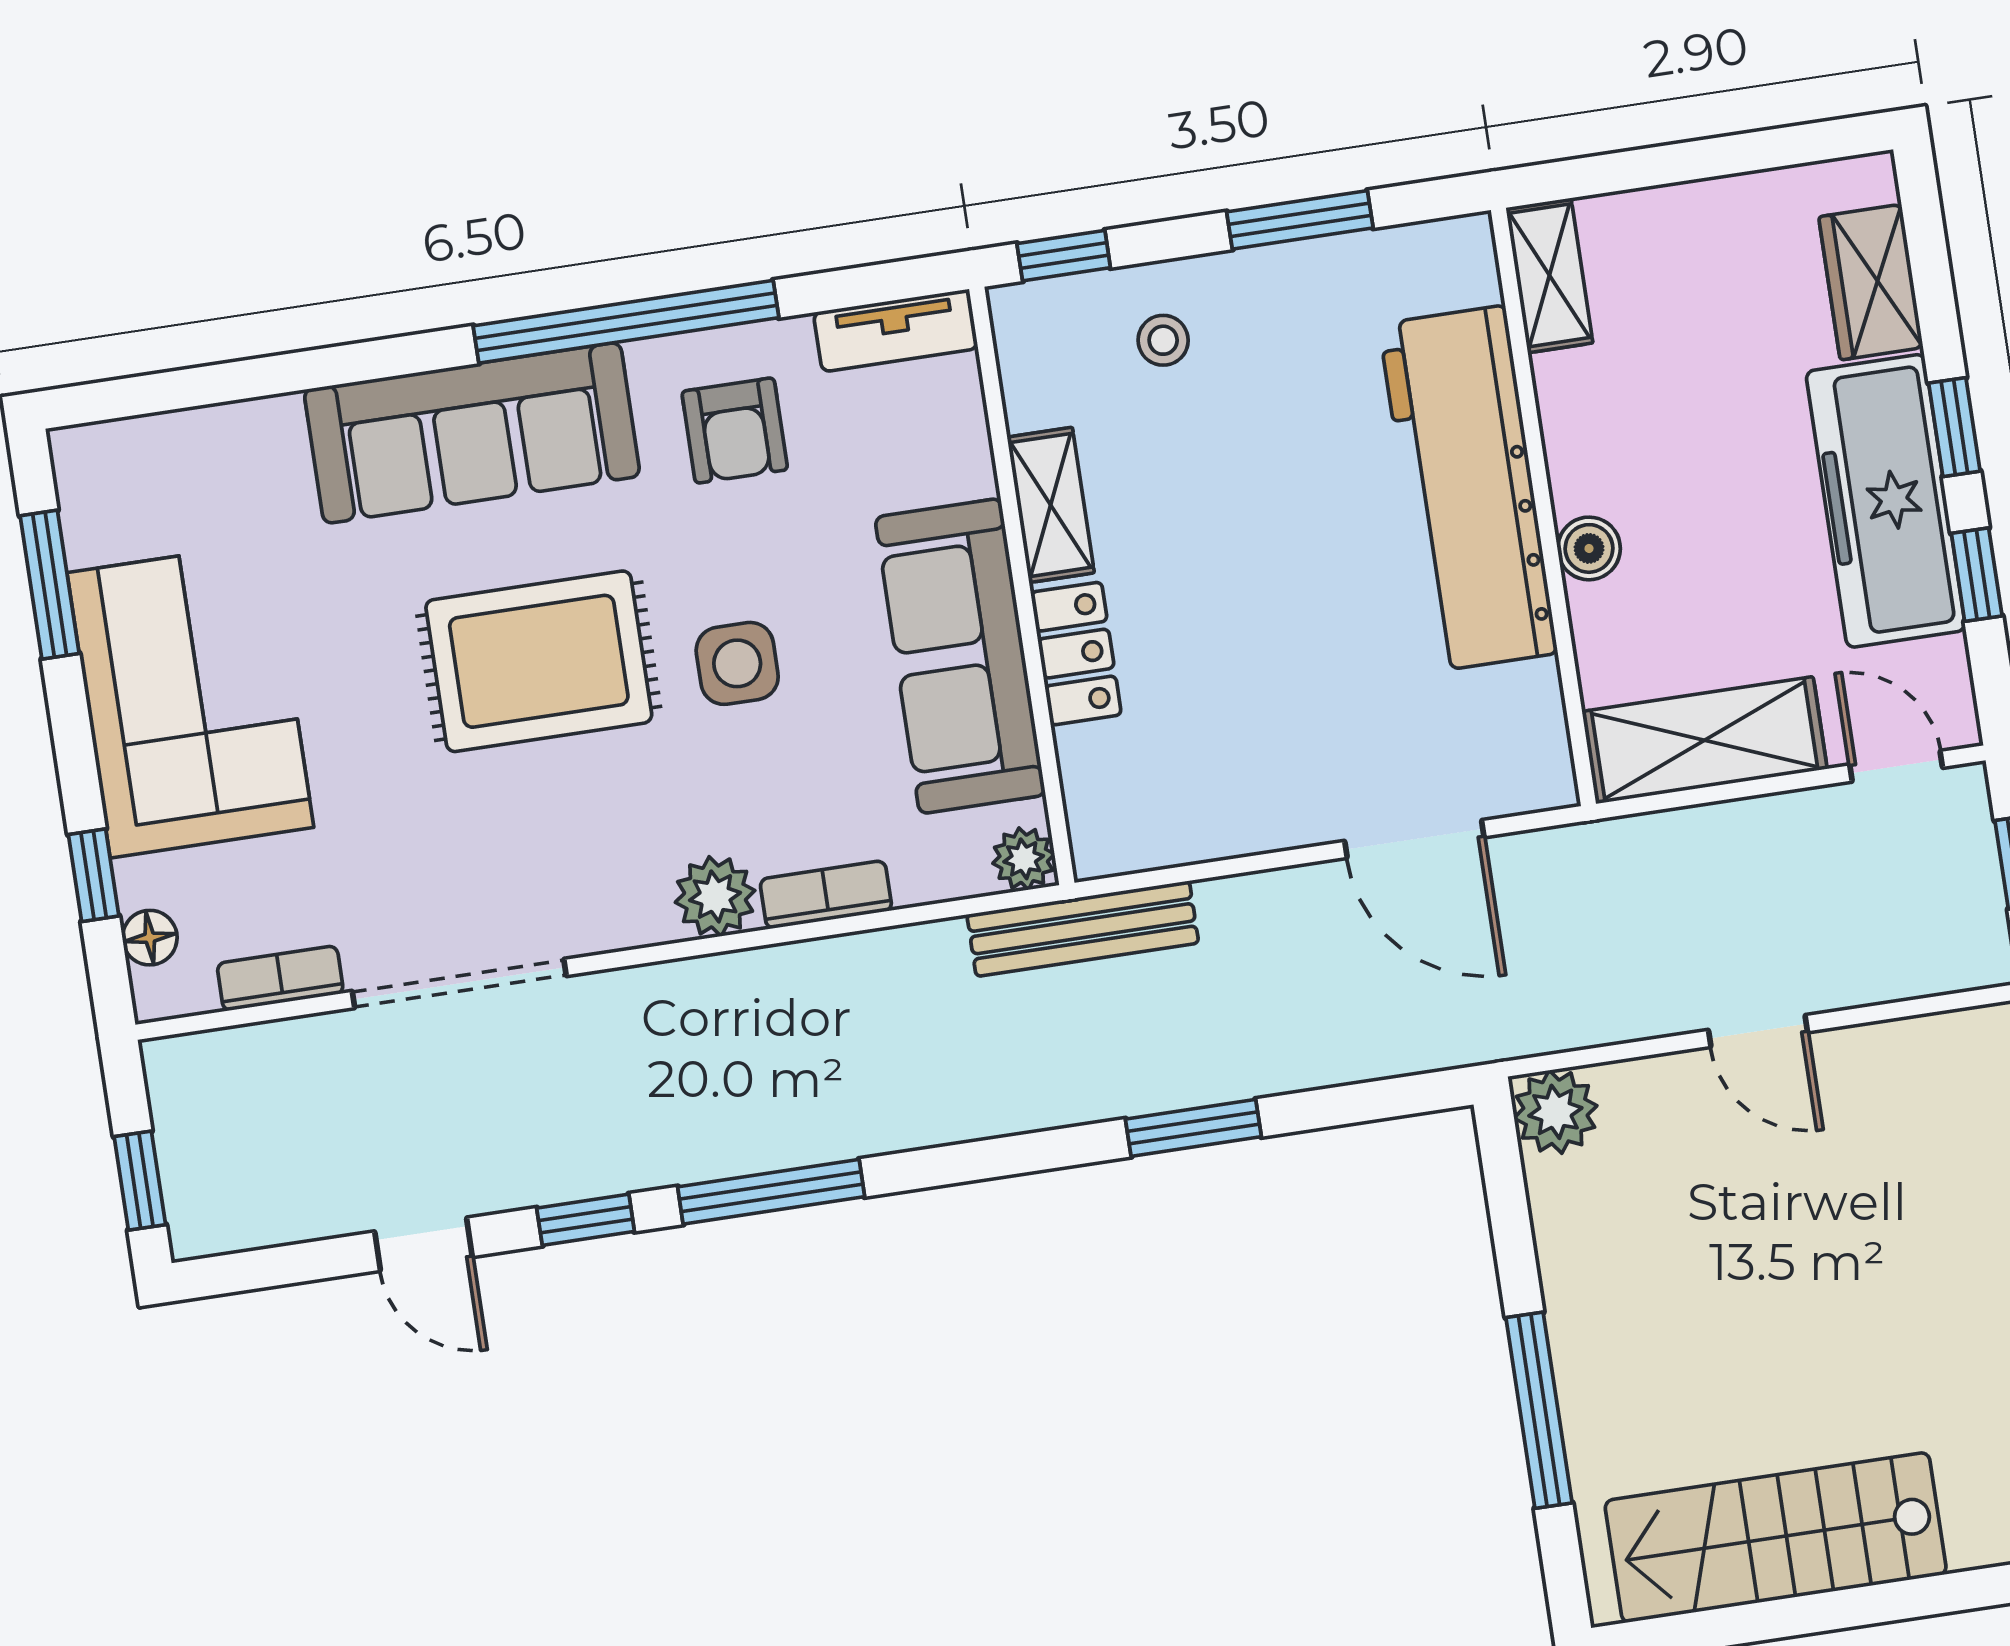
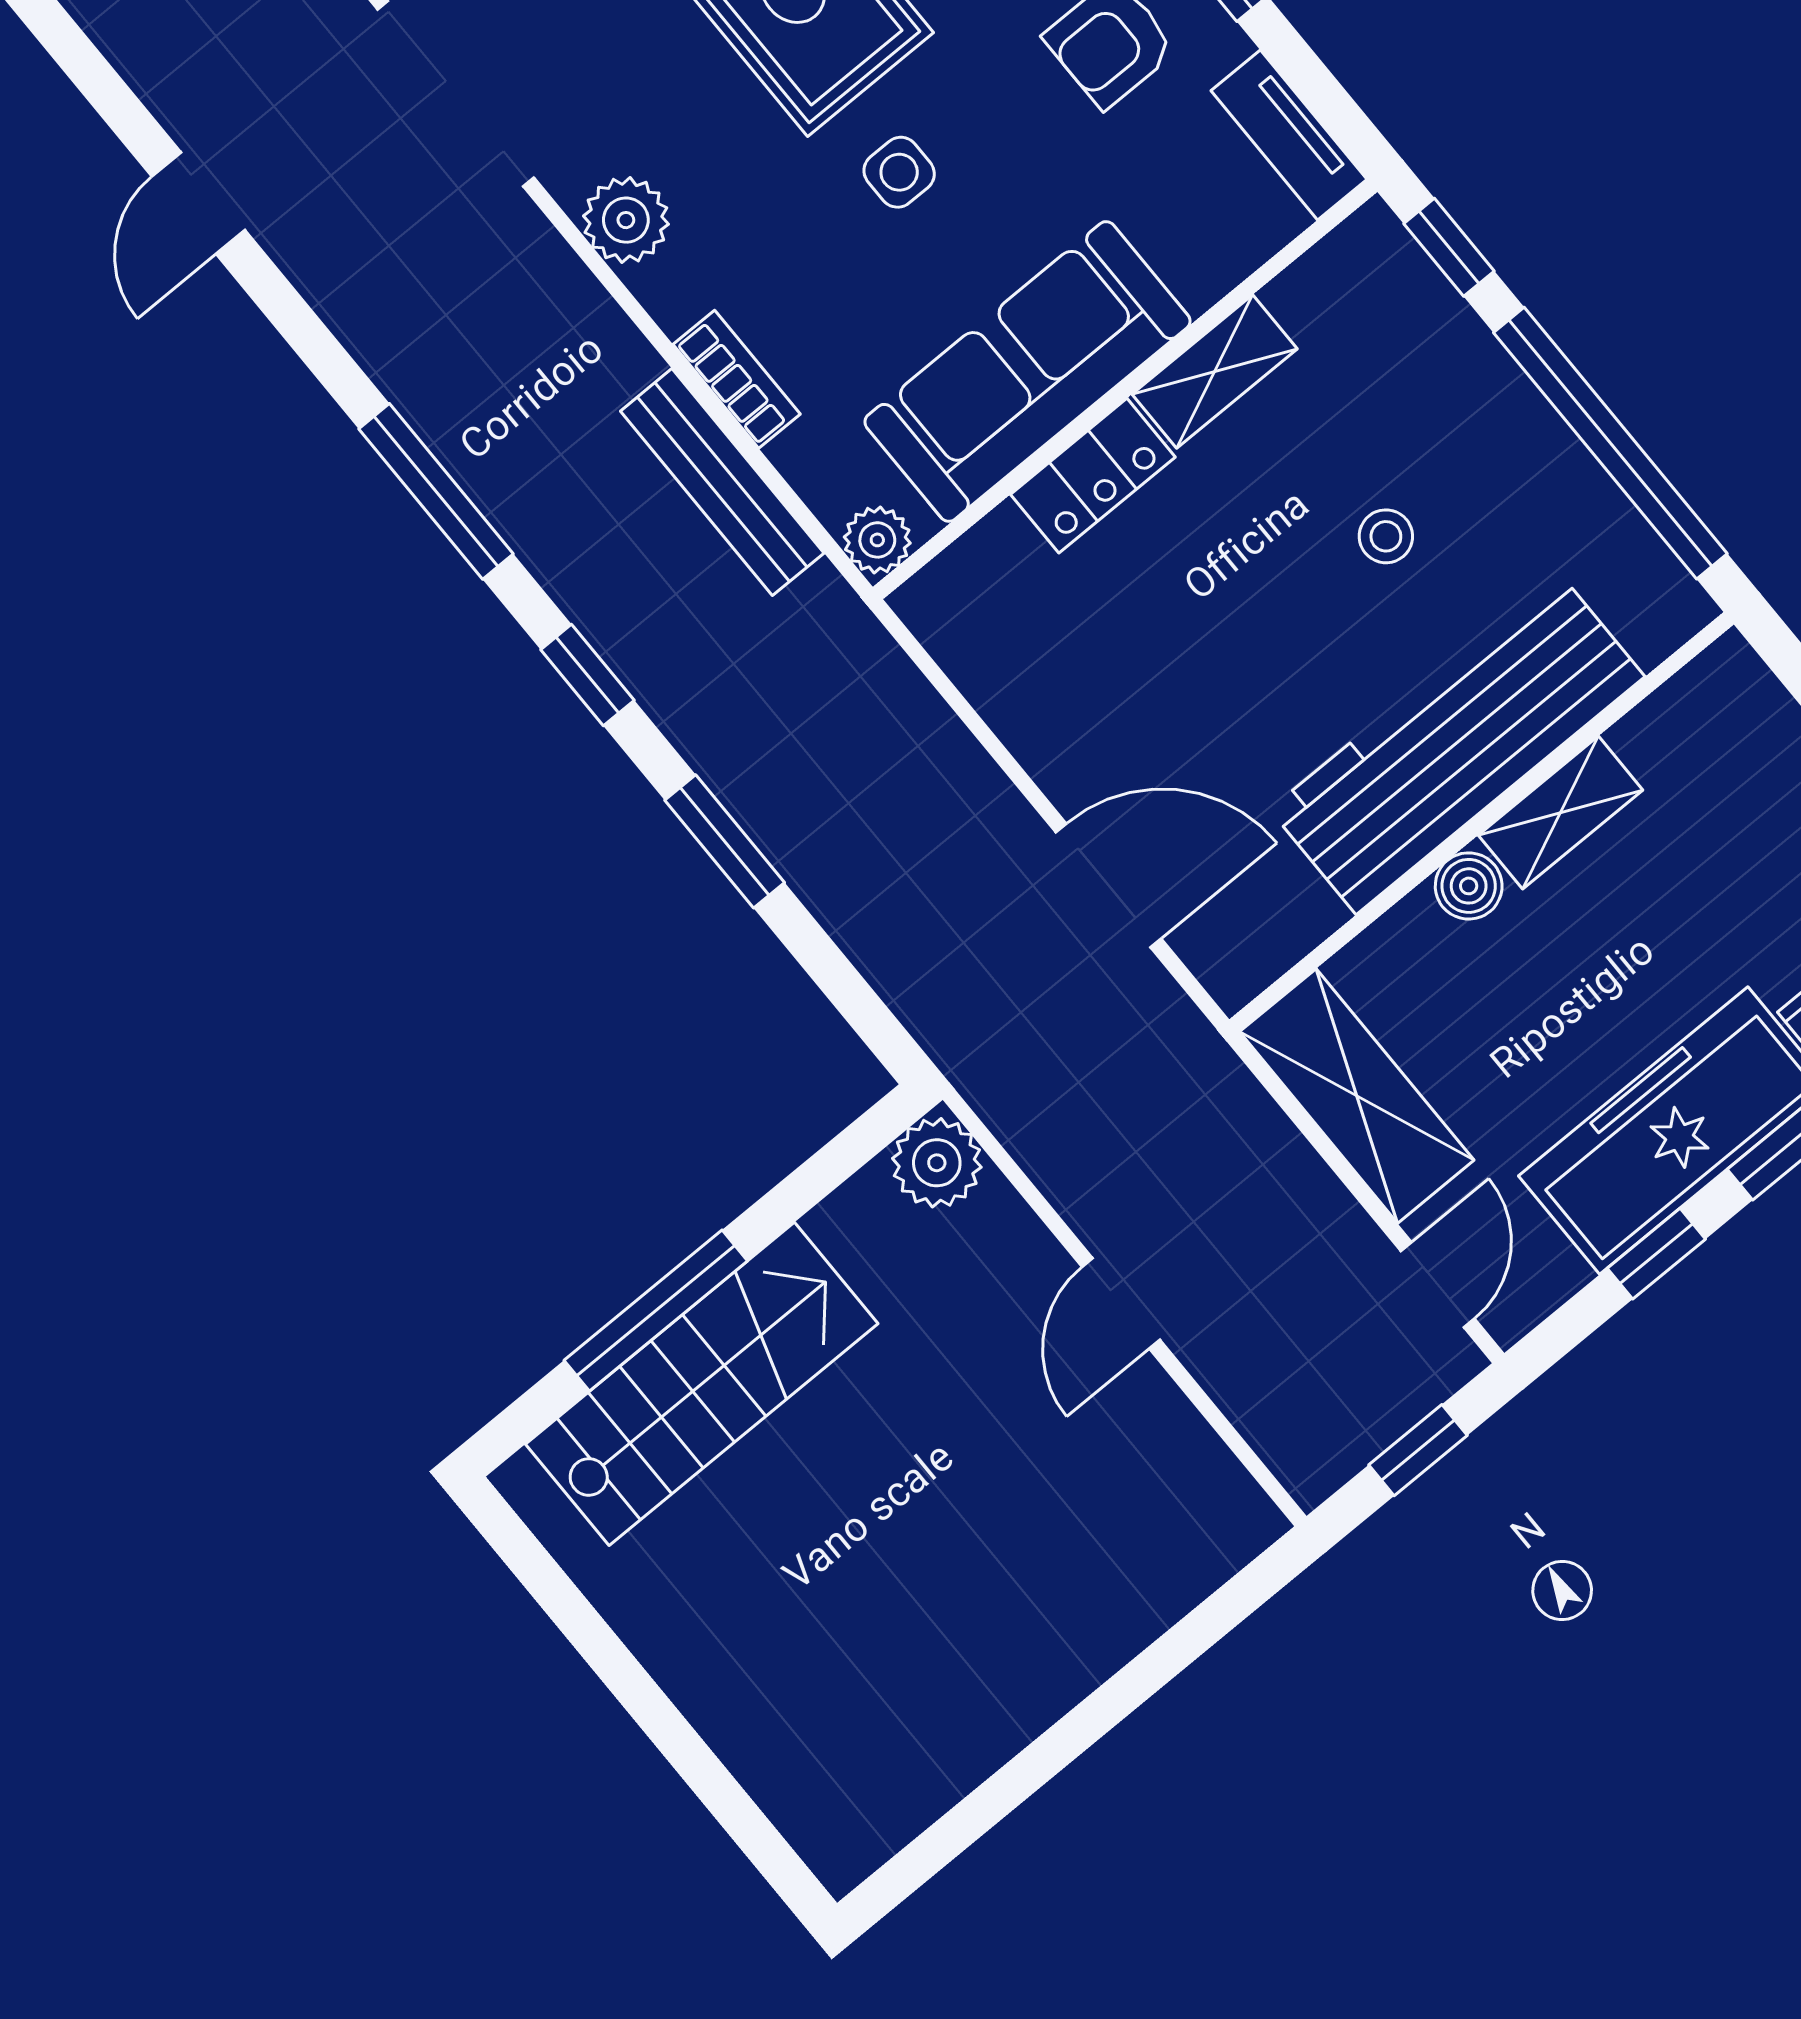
window: (1300, 220) -> (1610, 443), width x2.11
shelving: (1549, 275) -> (1561, 813), moved
stool: (1163, 340) -> (1386, 536), moved
side table: (737, 663) -> (899, 172), width x0.73, depth x0.73
door: (1414, 839) -> (1108, 885), swing flipped
plant: (715, 896) -> (626, 220), moved
bench: (1083, 929) -> (722, 482), moved
window: (586, 1220) -> (587, 675), moved
stairs: (1776, 1537) -> (702, 1384), moved, turned 90

